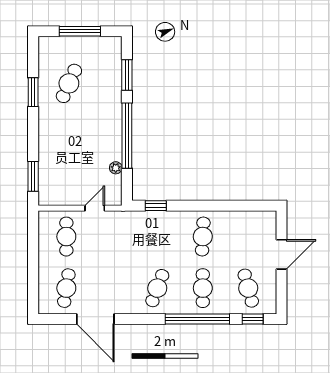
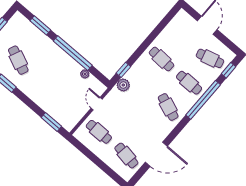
plant: (139, 219) -> (123, 85), added

